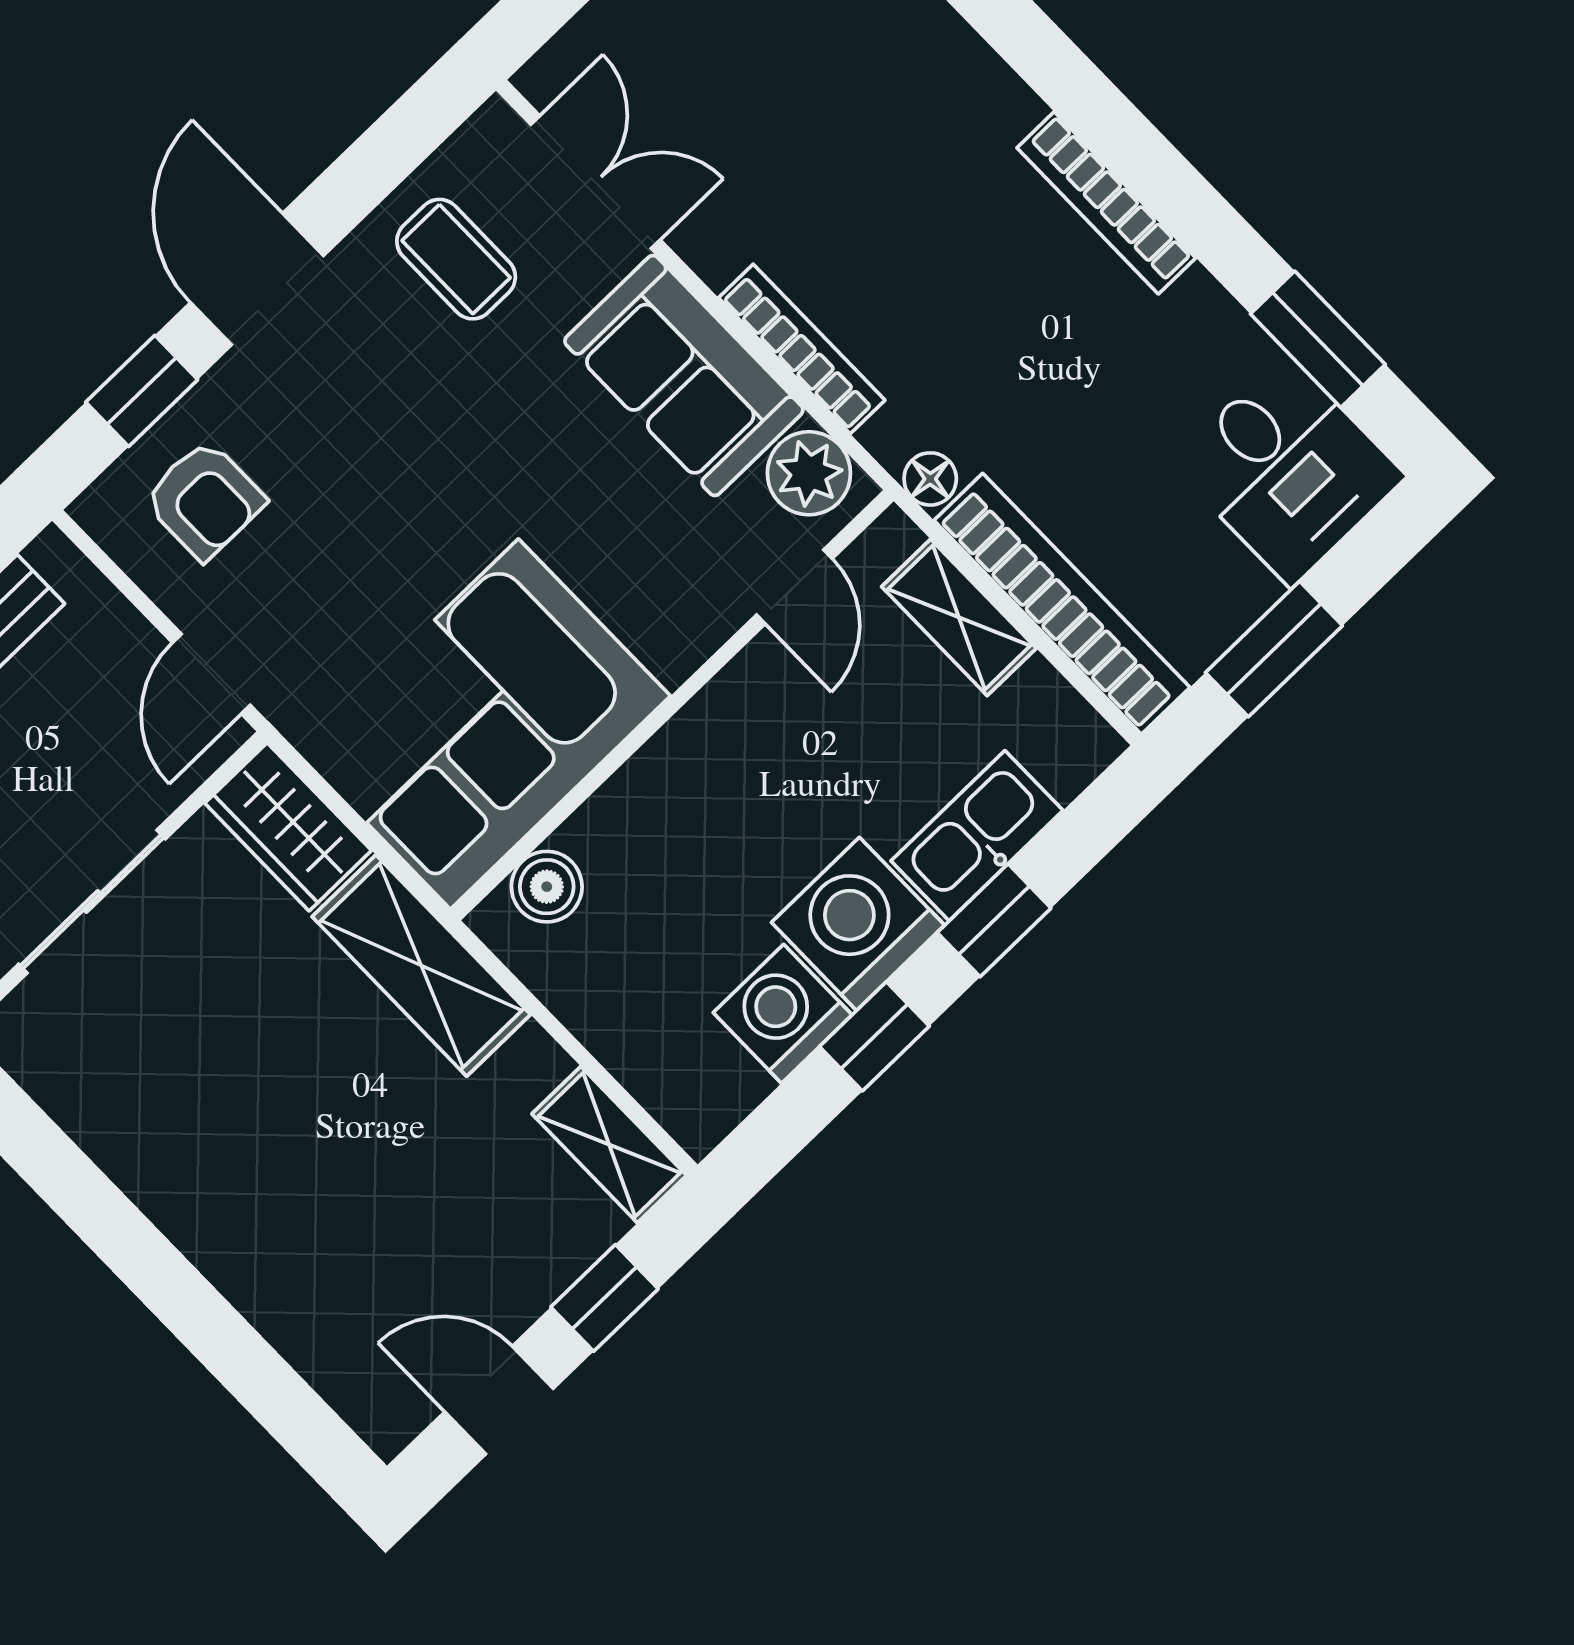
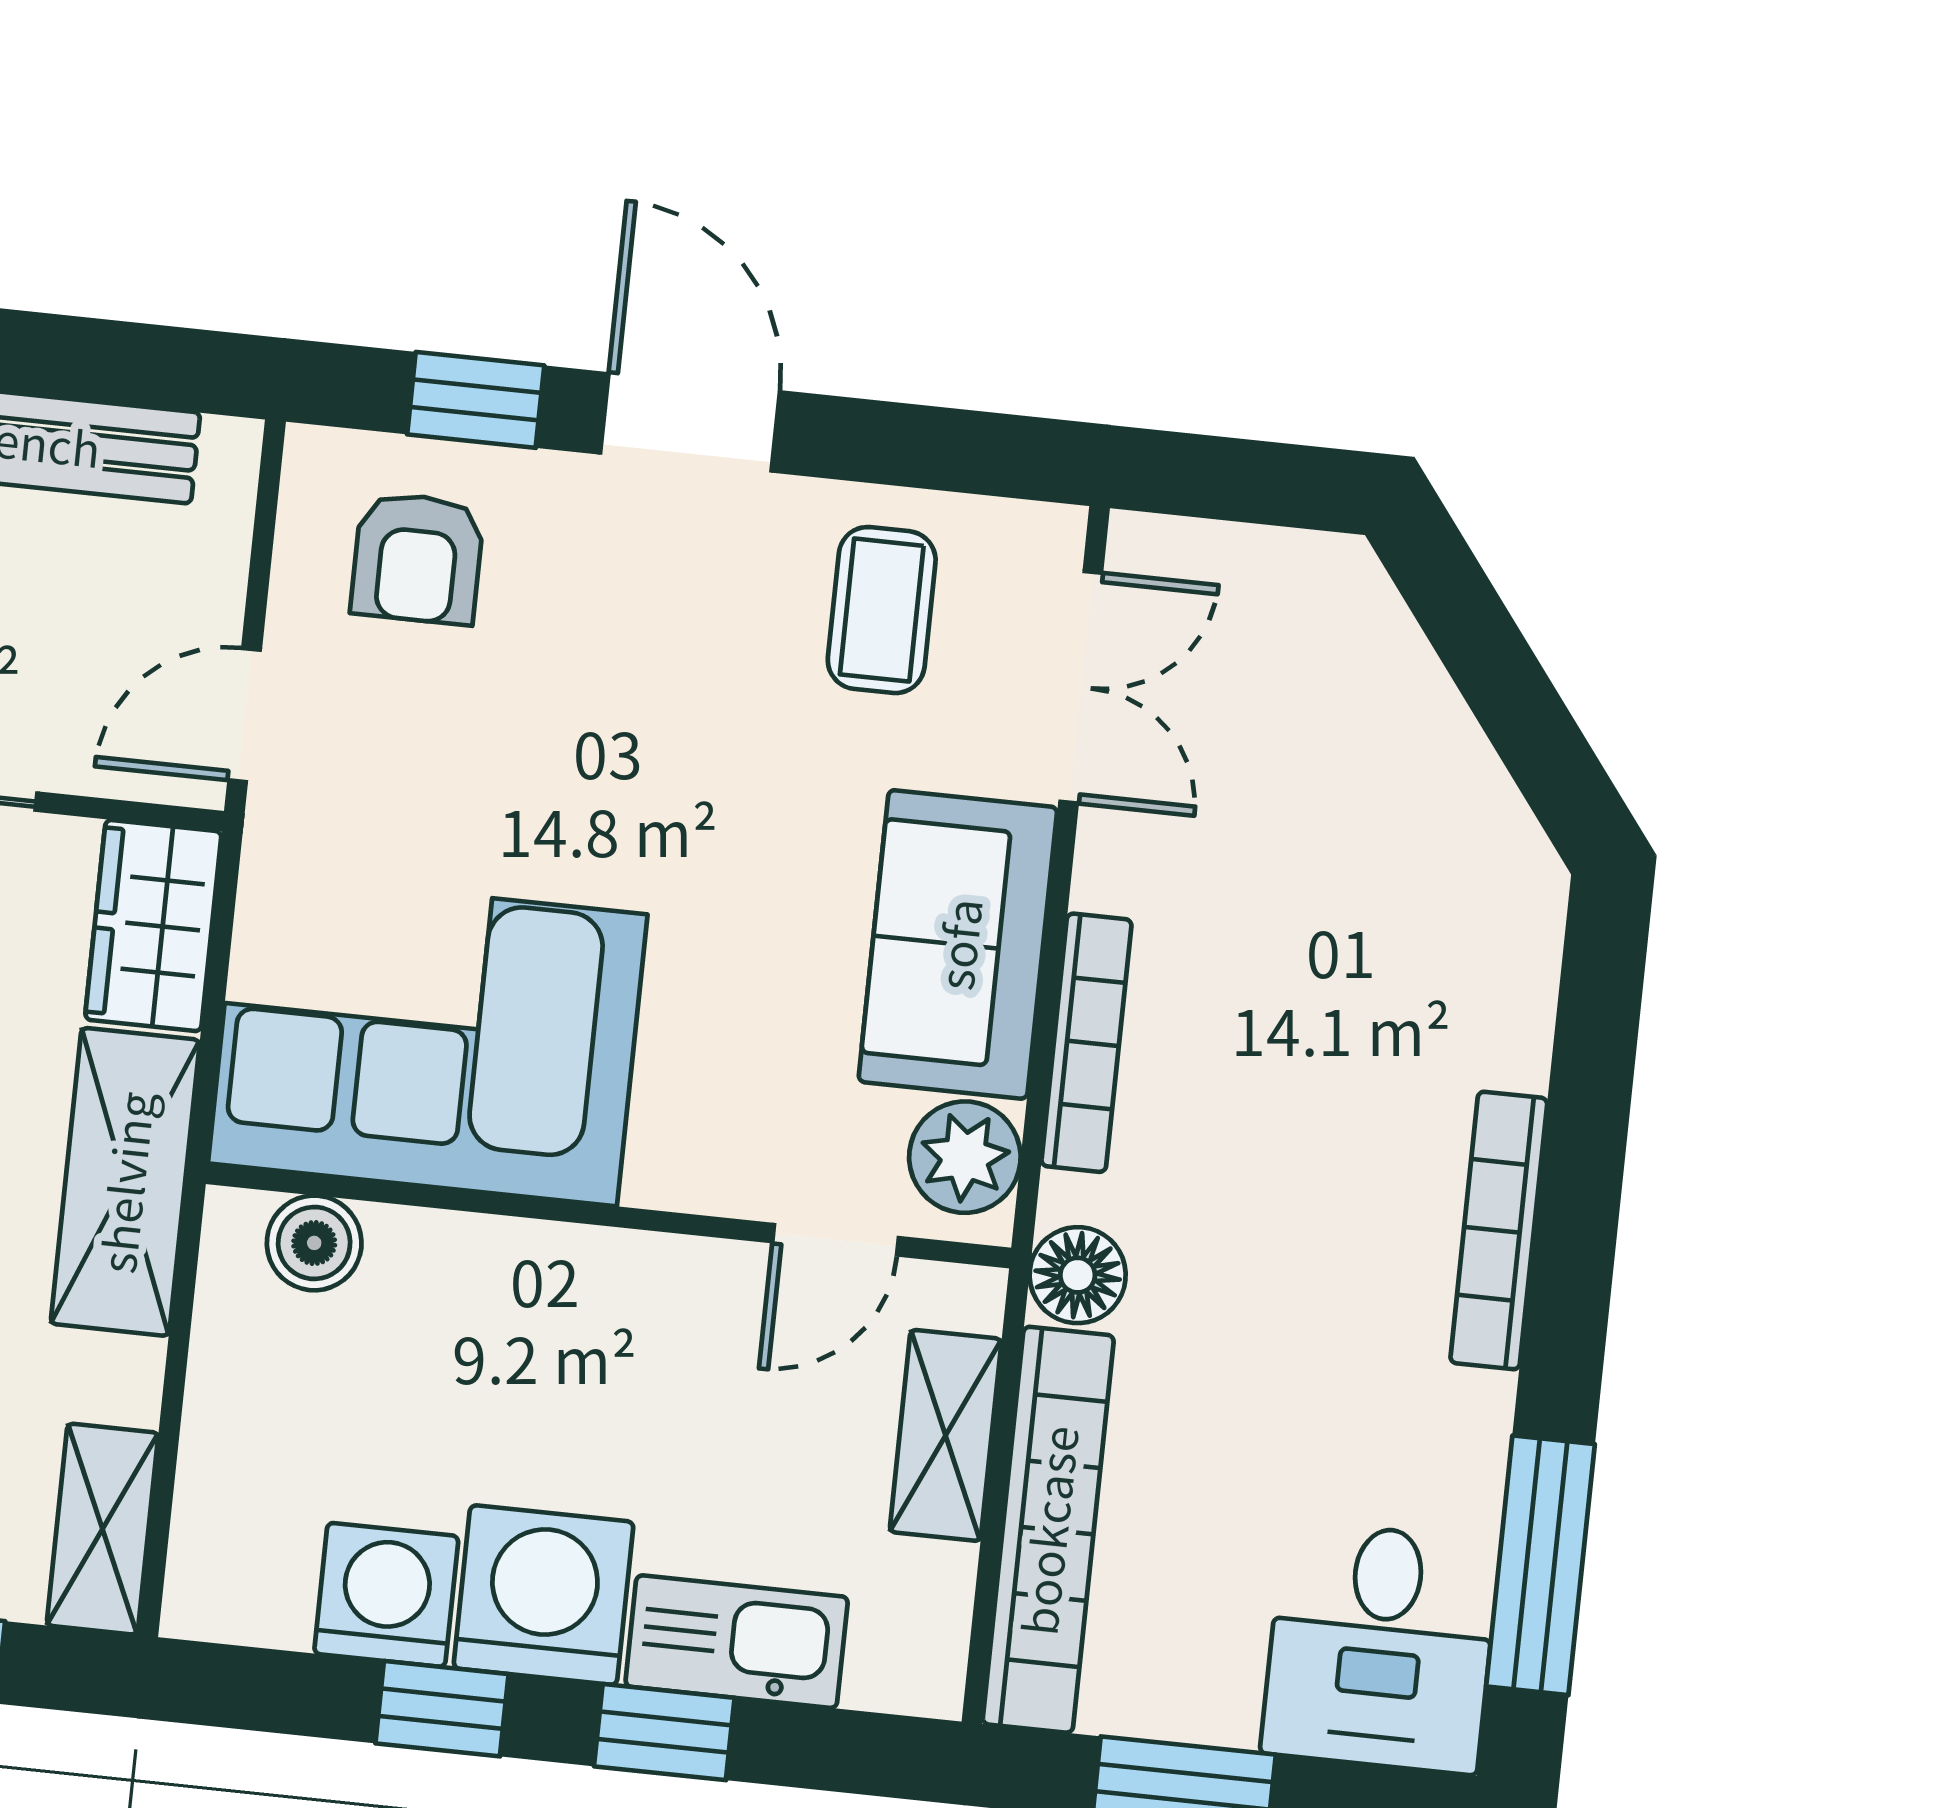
door: (257, 279) -> (690, 422), hinge flipped
window: (1318, 339) -> (1540, 1565), width x1.44
floor lamp: (930, 479) -> (1078, 1275), width x1.37, depth x1.37

